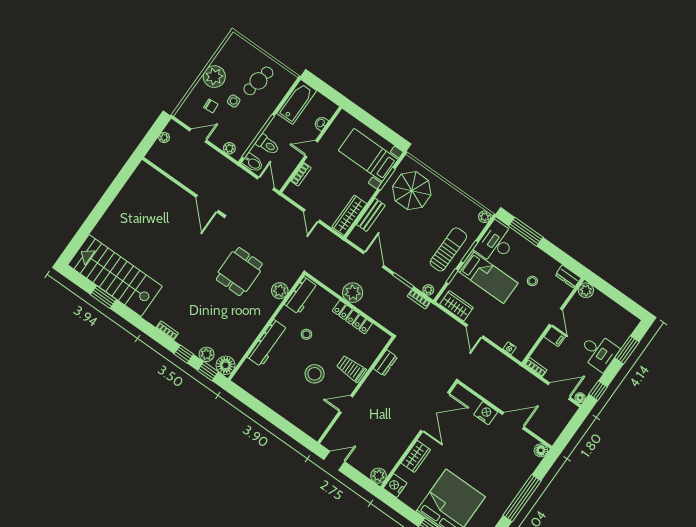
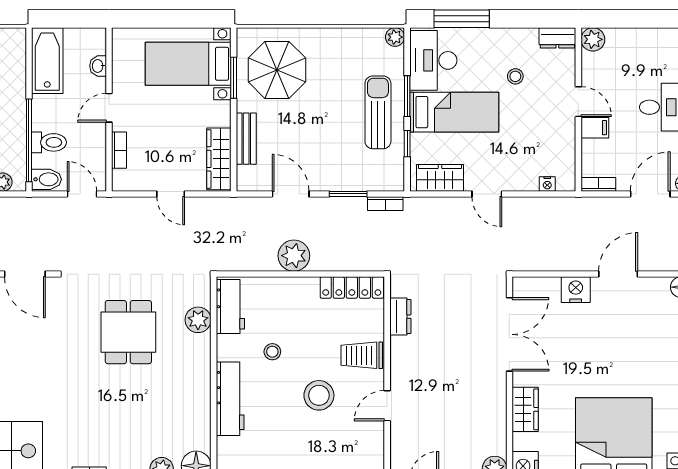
plant: (428, 290) -> (389, 183), removed
locker: (352, 317) -> (352, 288), moved

